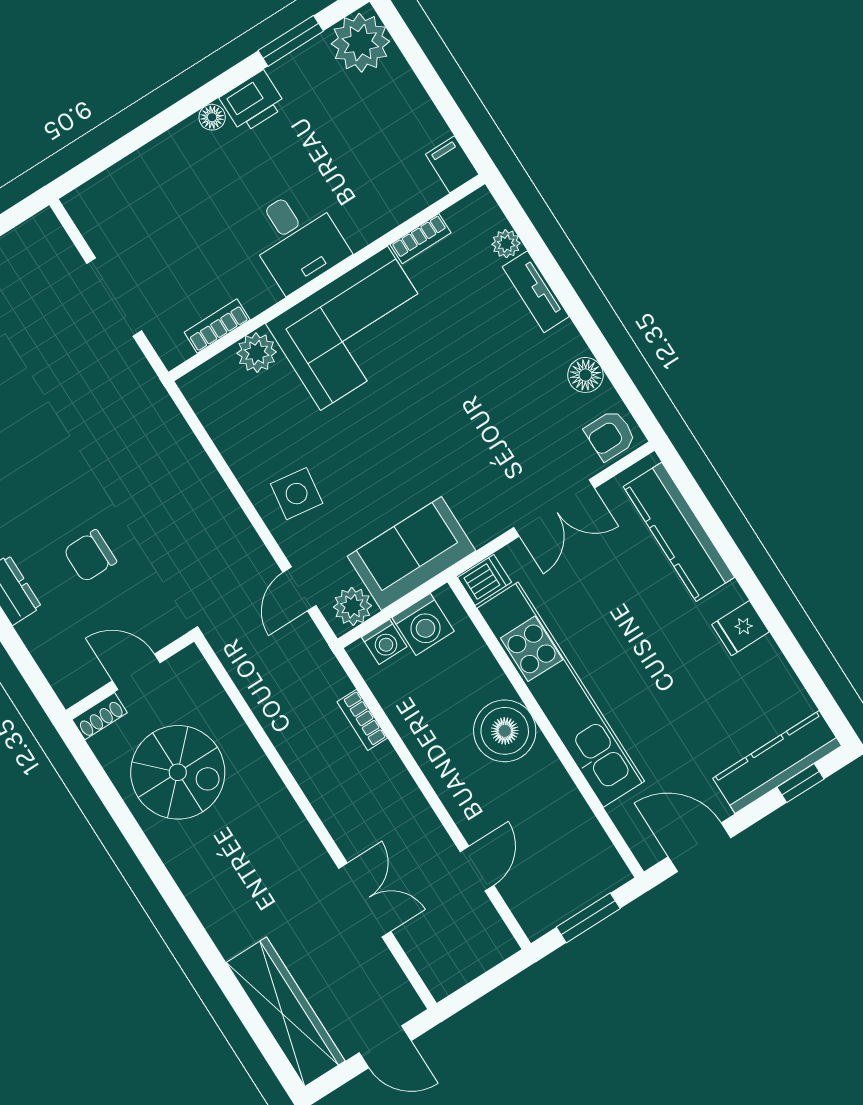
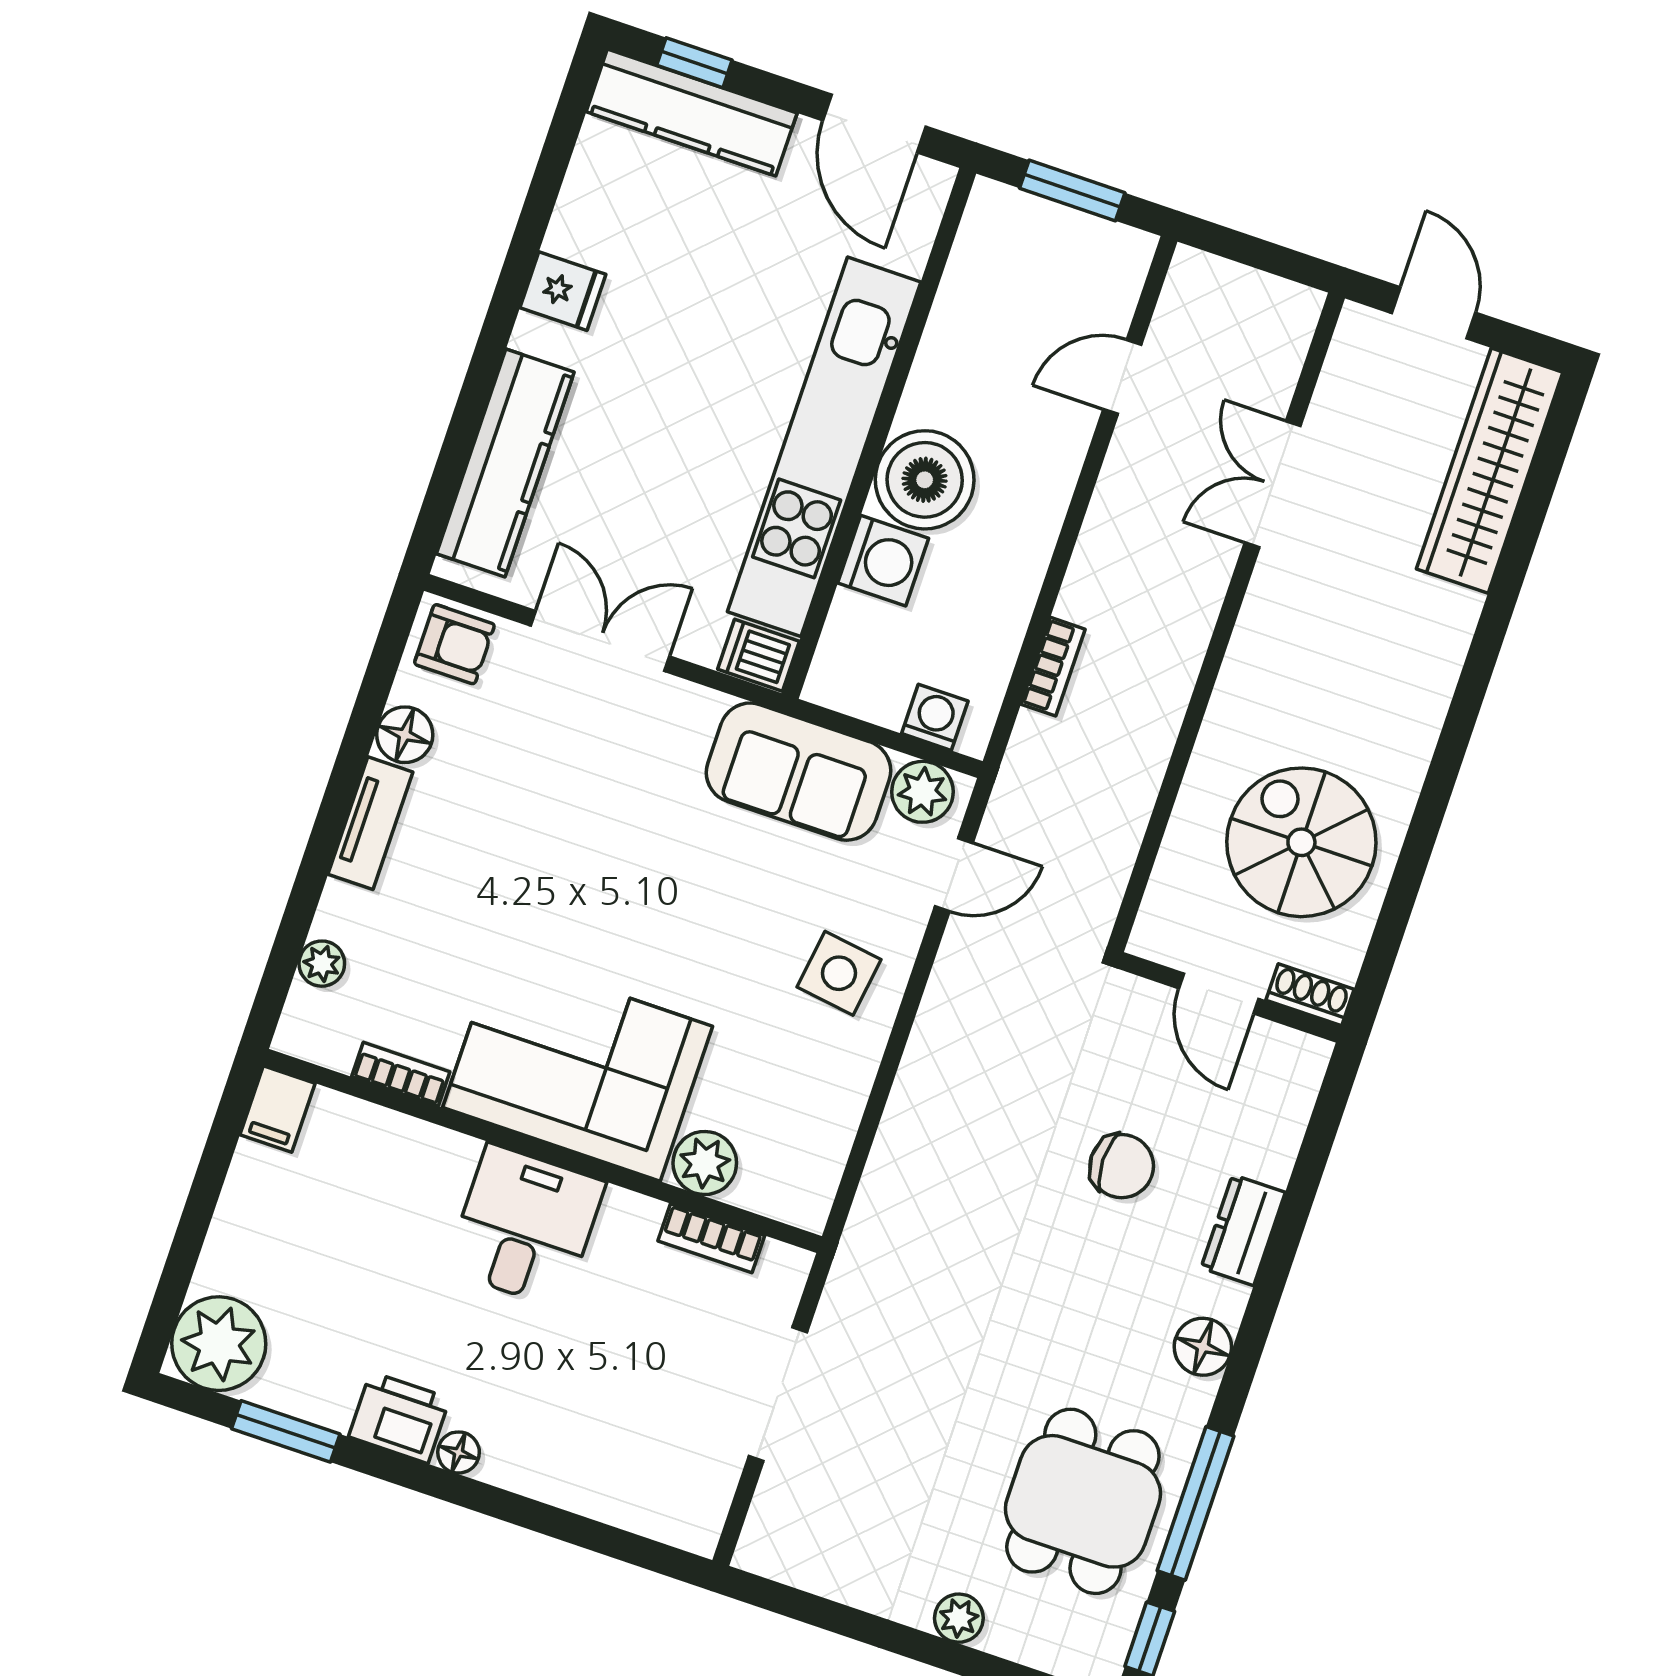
tv unit: (536, 292) -> (370, 823), moved
washing machine: (423, 624) -> (883, 561), moved, turned 90

